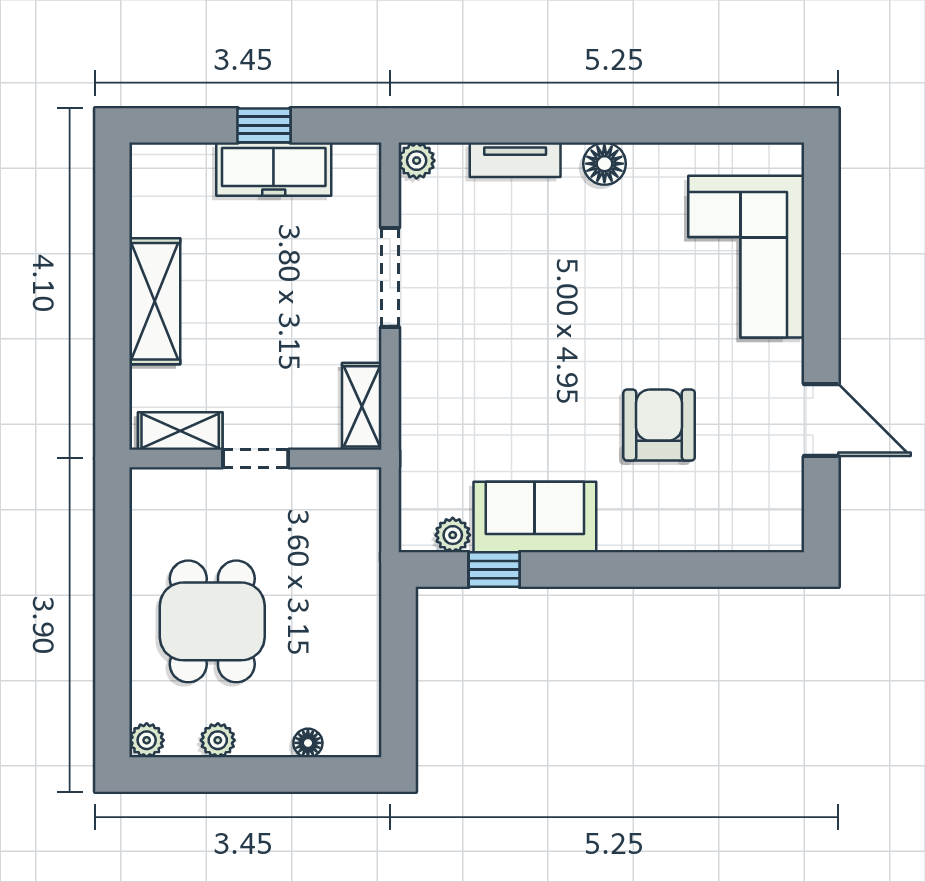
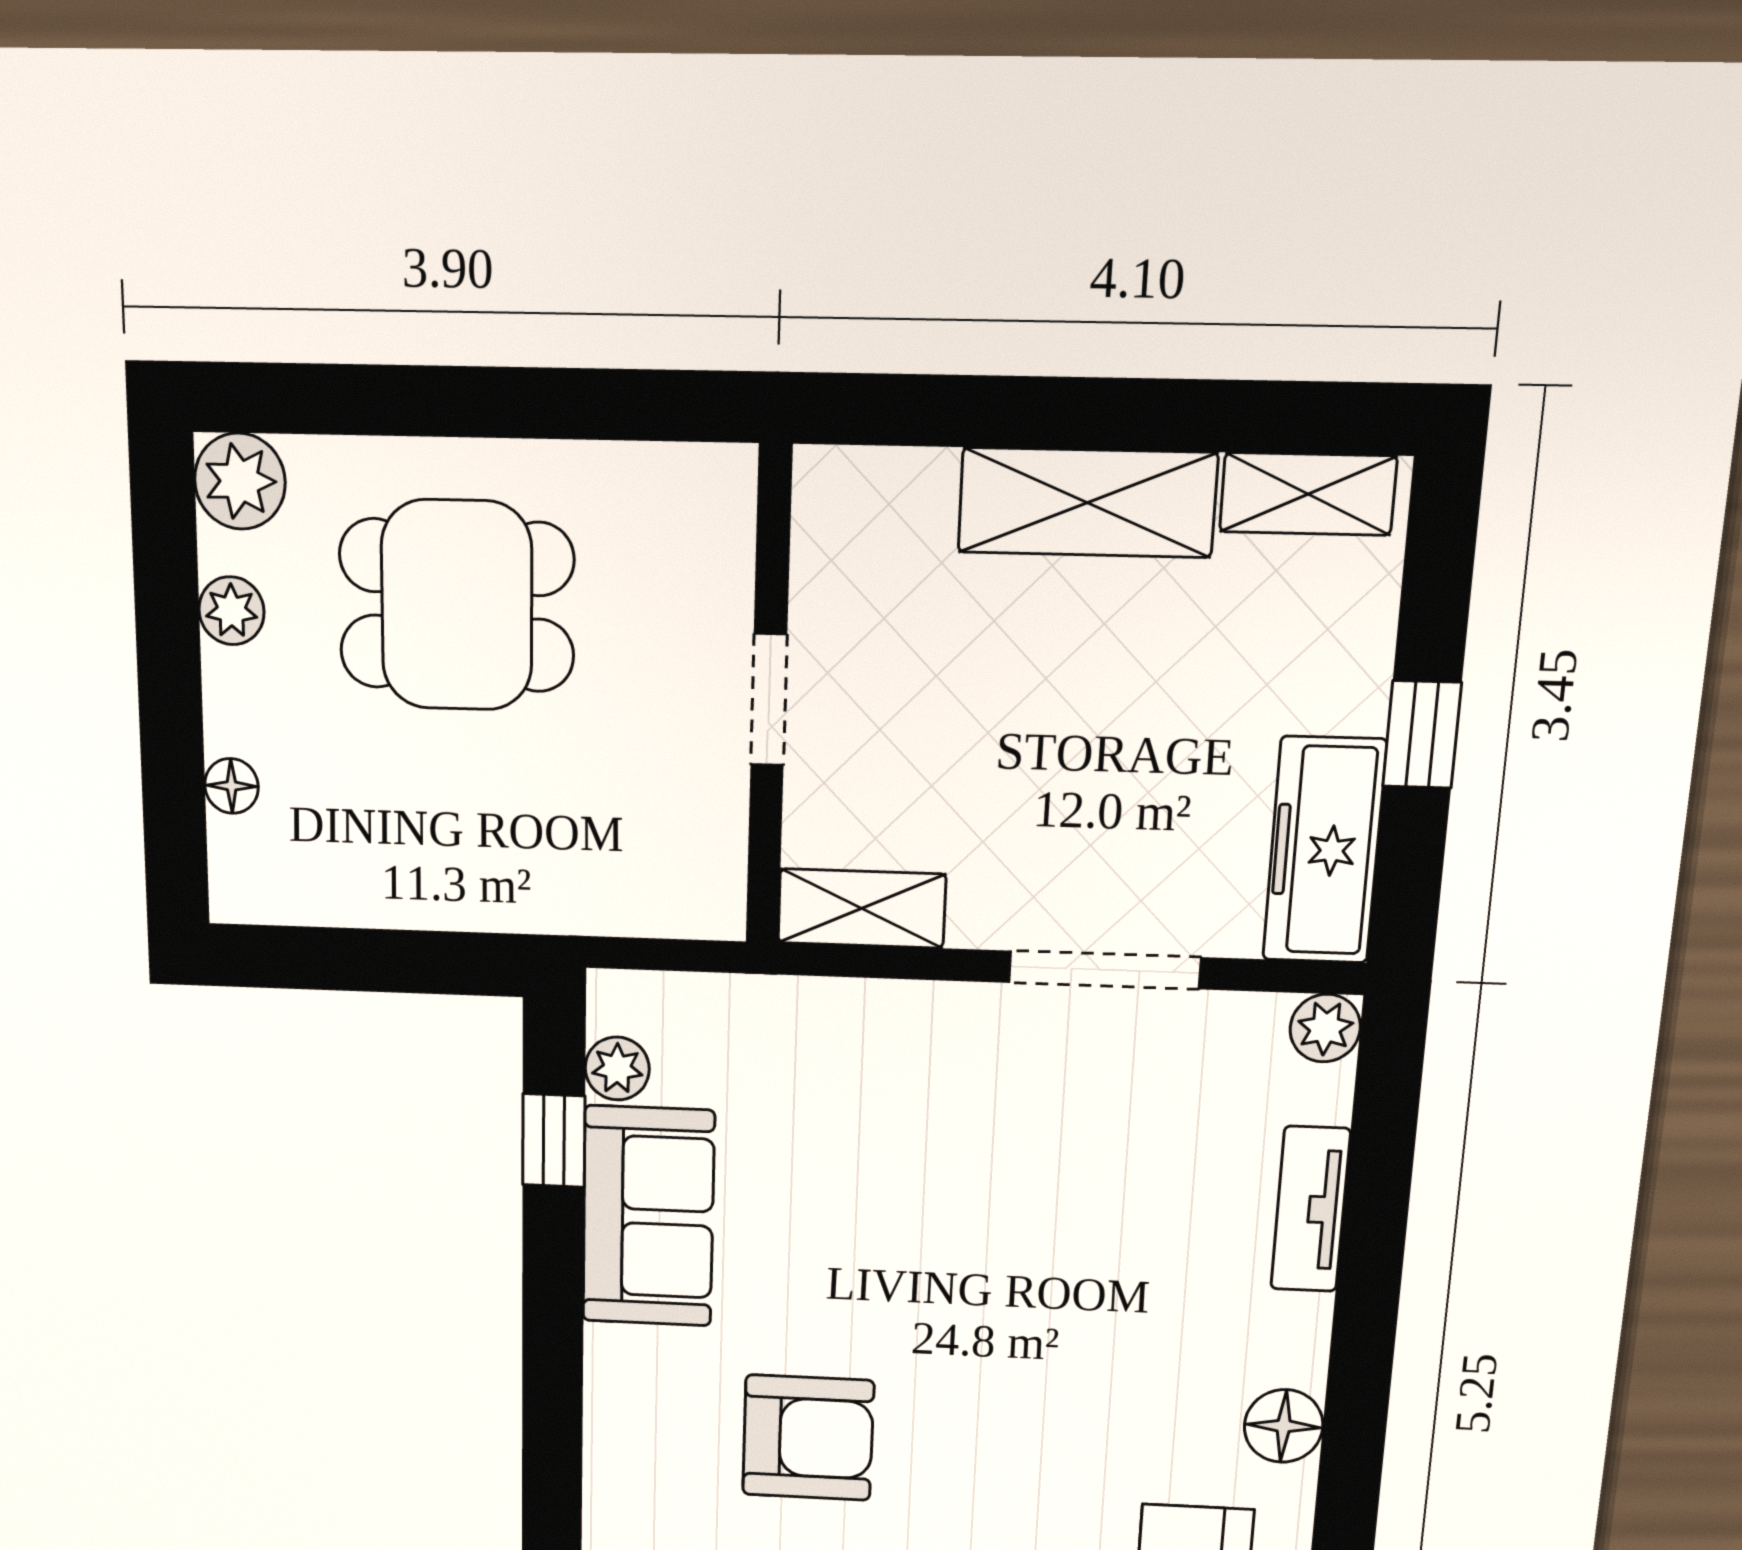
floor lamp: (604, 164) -> (1284, 1426), moved
freezer: (274, 169) -> (1324, 850), moved
shelving: (180, 431) -> (1308, 494), moved, turned 90
plant: (147, 740) -> (240, 481), width x1.38, depth x1.38

